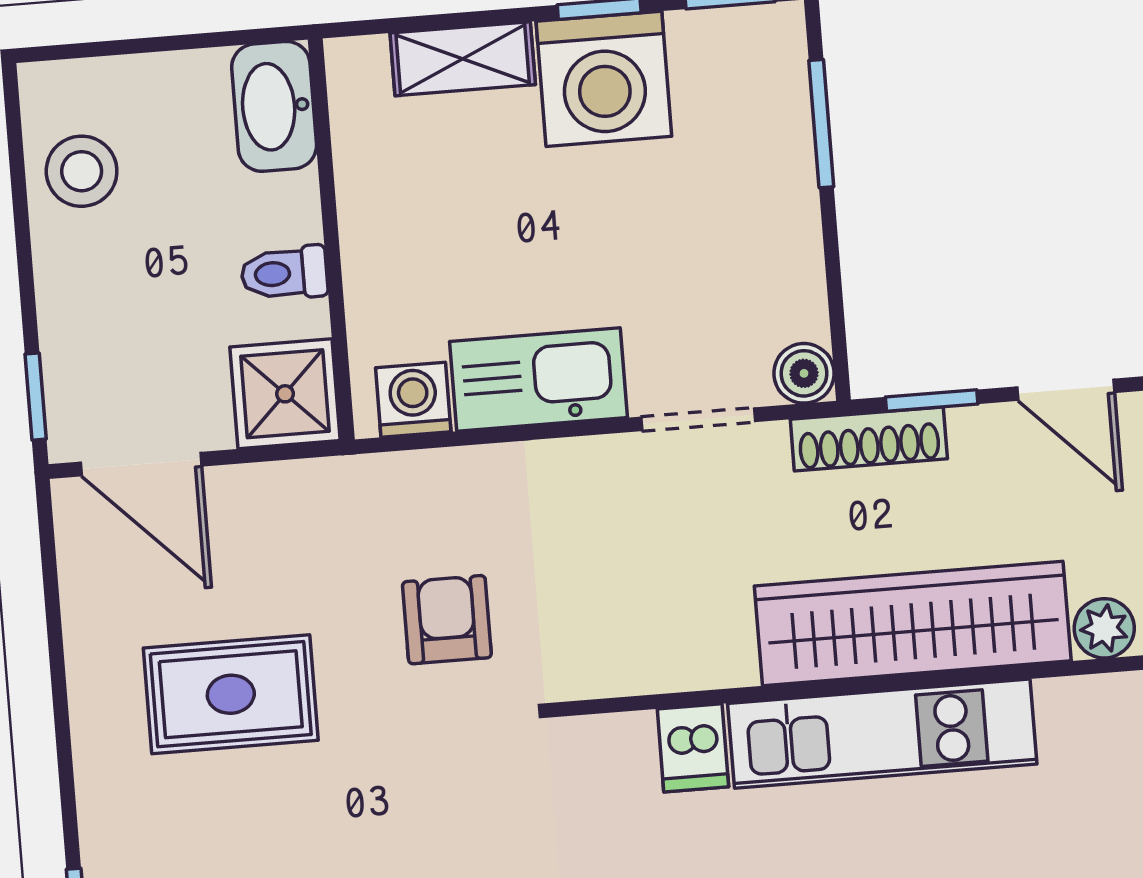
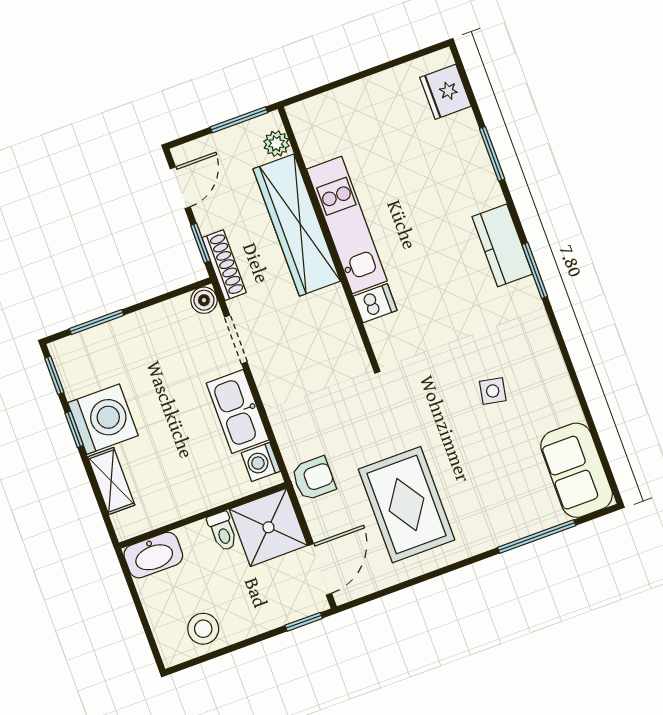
shower: (285, 394) -> (268, 527), width x1.36, depth x1.36
armchair: (447, 620) -> (314, 478), moved, turned 180
rug: (231, 694) -> (407, 505), width x1.36, depth x1.43

